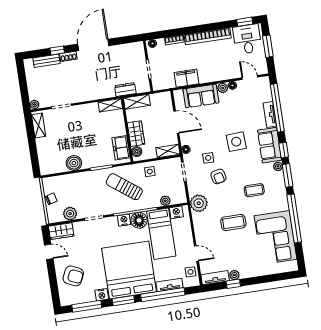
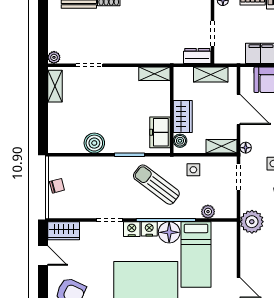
dresser: (125, 90) -> (197, 56), moved
shelving: (137, 102) -> (211, 74), moved
nightstand: (176, 212) -> (132, 229), moved
plant: (70, 214) -> (79, 209), removed

